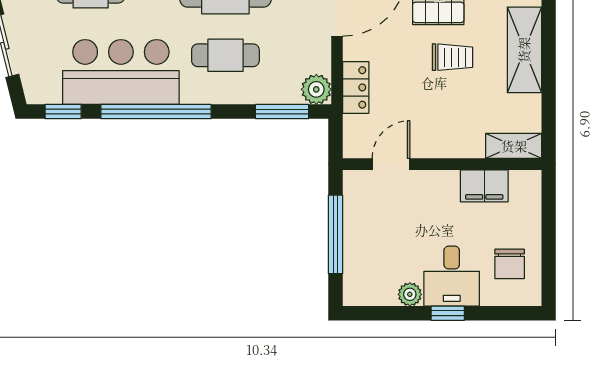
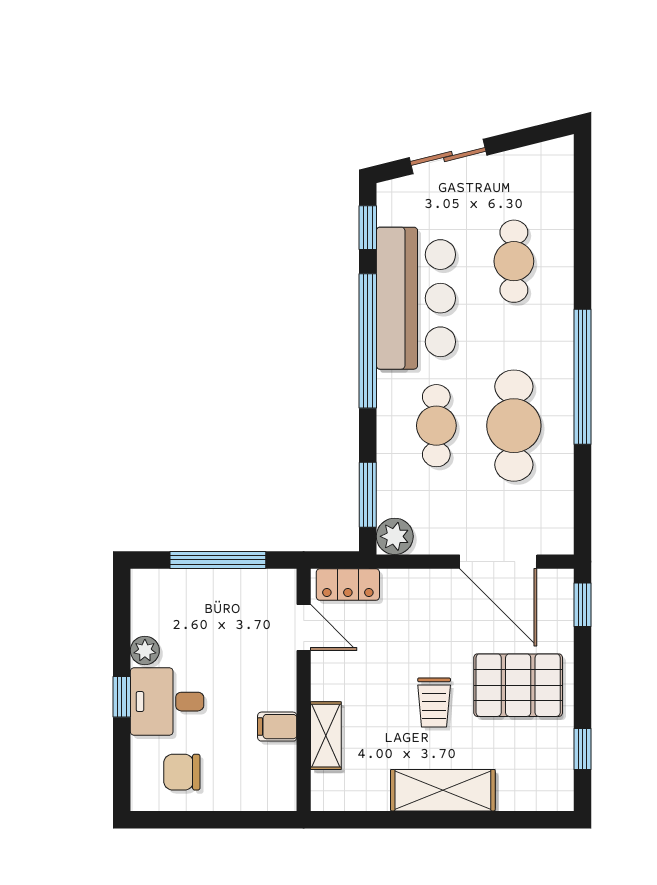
locker: (356, 87) -> (348, 584), moved
shelving: (514, 146) -> (326, 736), moved
filing cabinet: (484, 186) -> (277, 727), width x0.50

